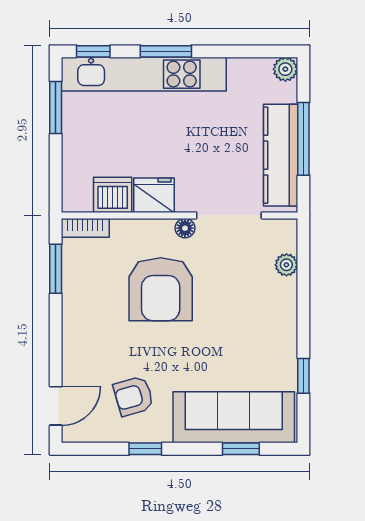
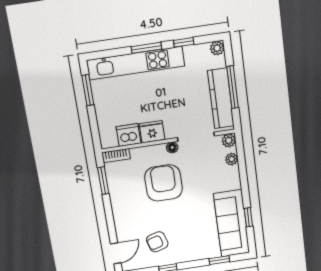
window: (93, 51) -> (184, 42), moved
plant: (285, 231) -> (229, 140), added
armchair: (161, 289) -> (164, 183), turned 180
sofa: (234, 417) -> (232, 223), moved, turned -90

